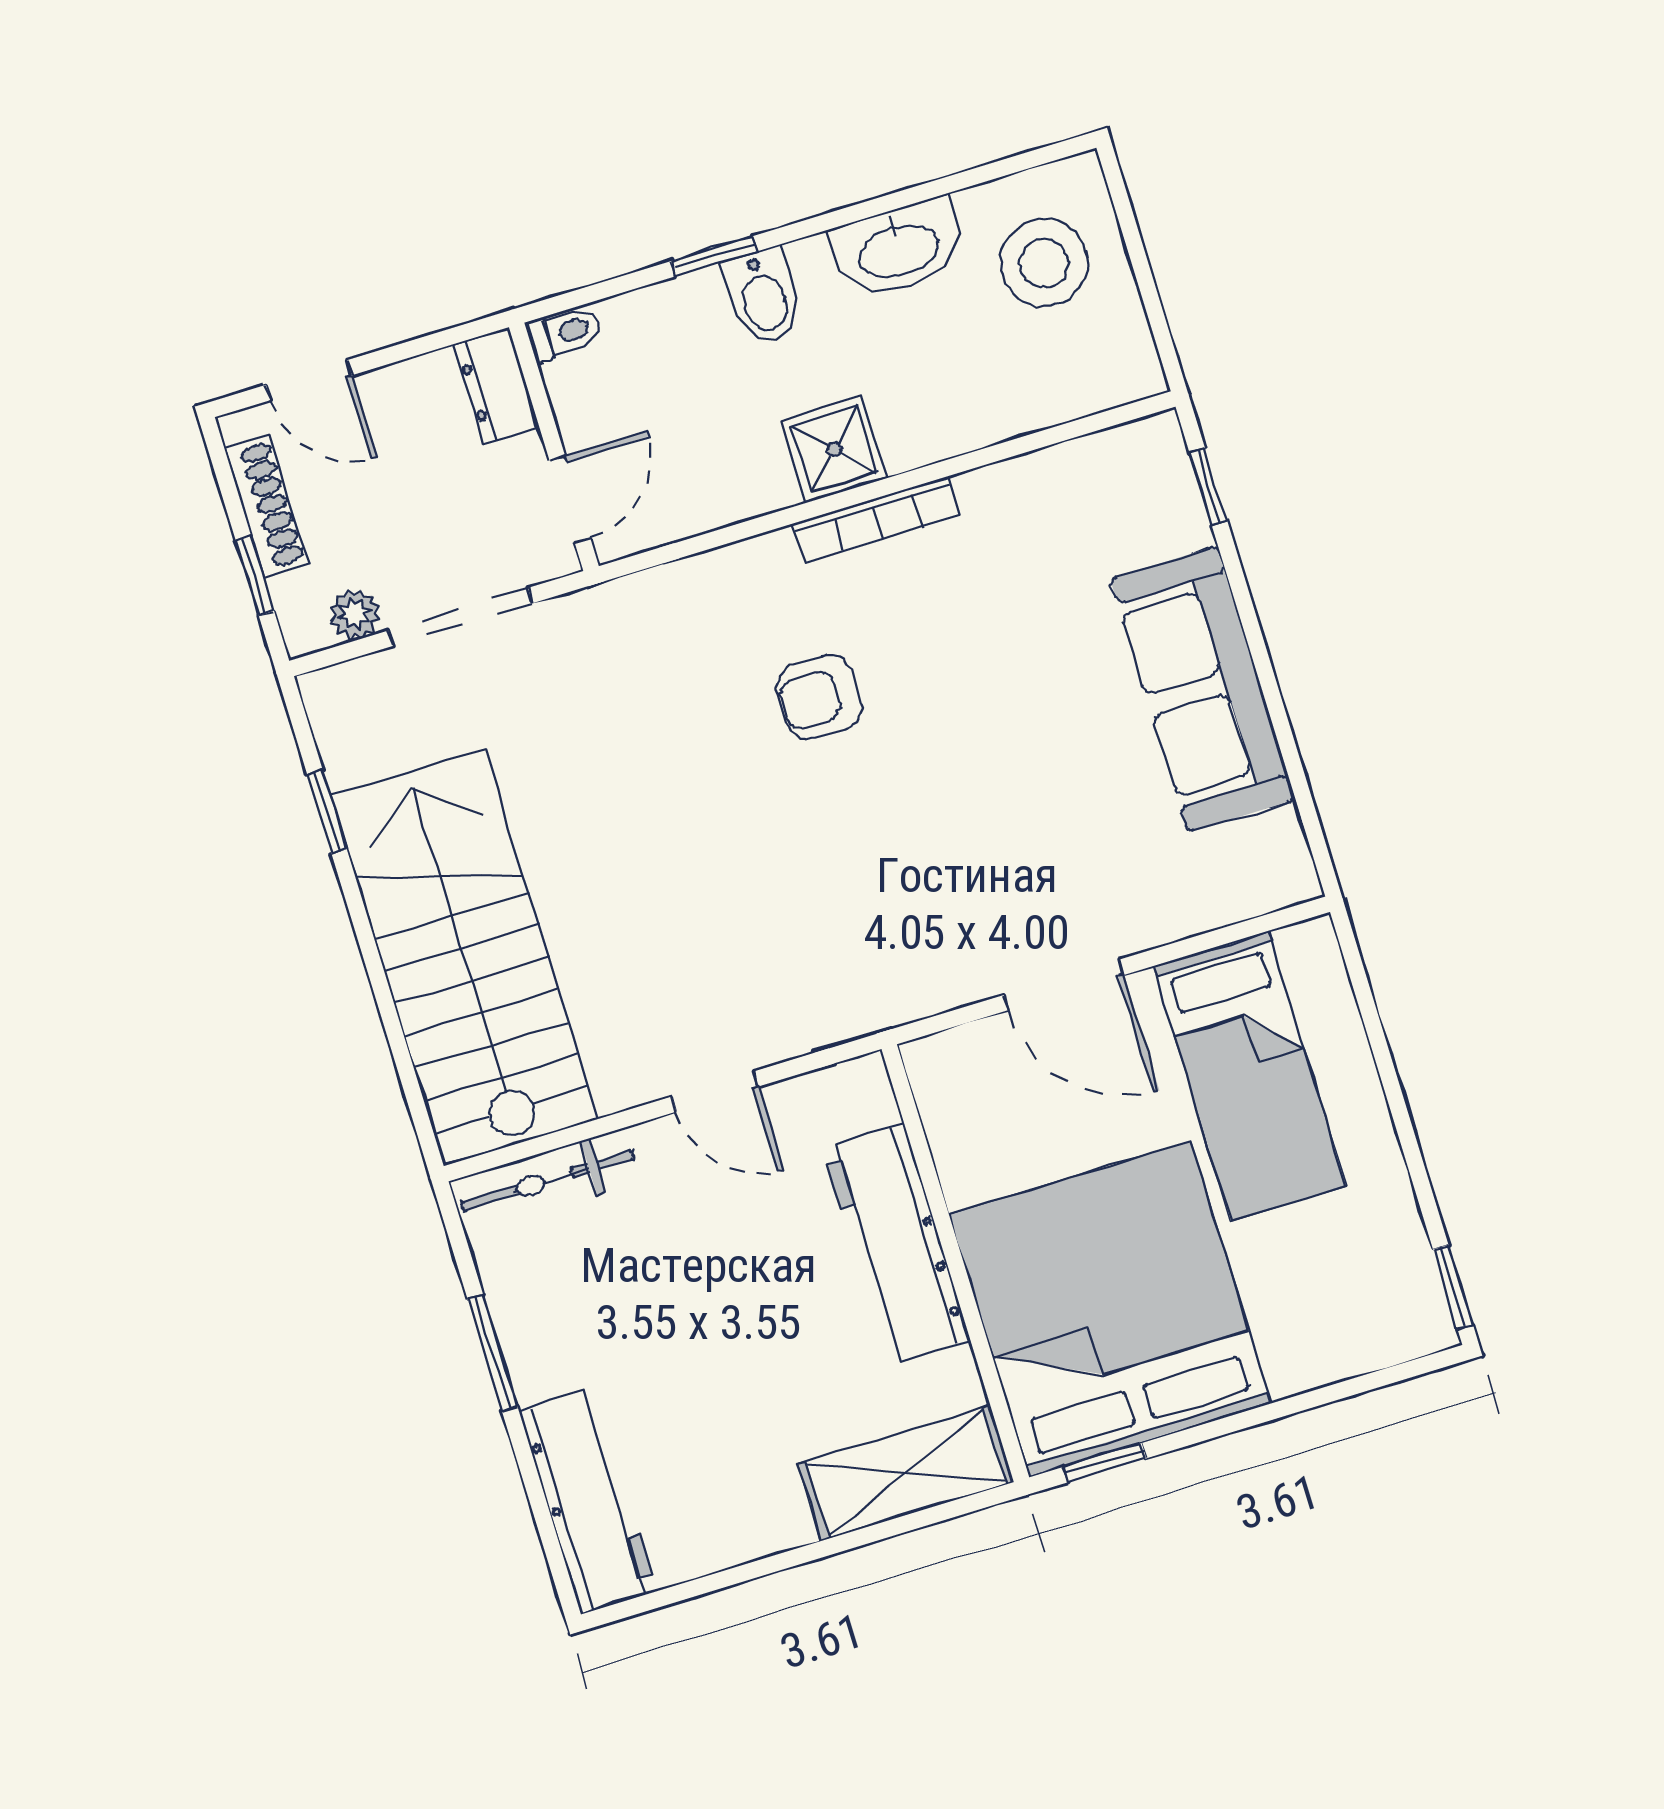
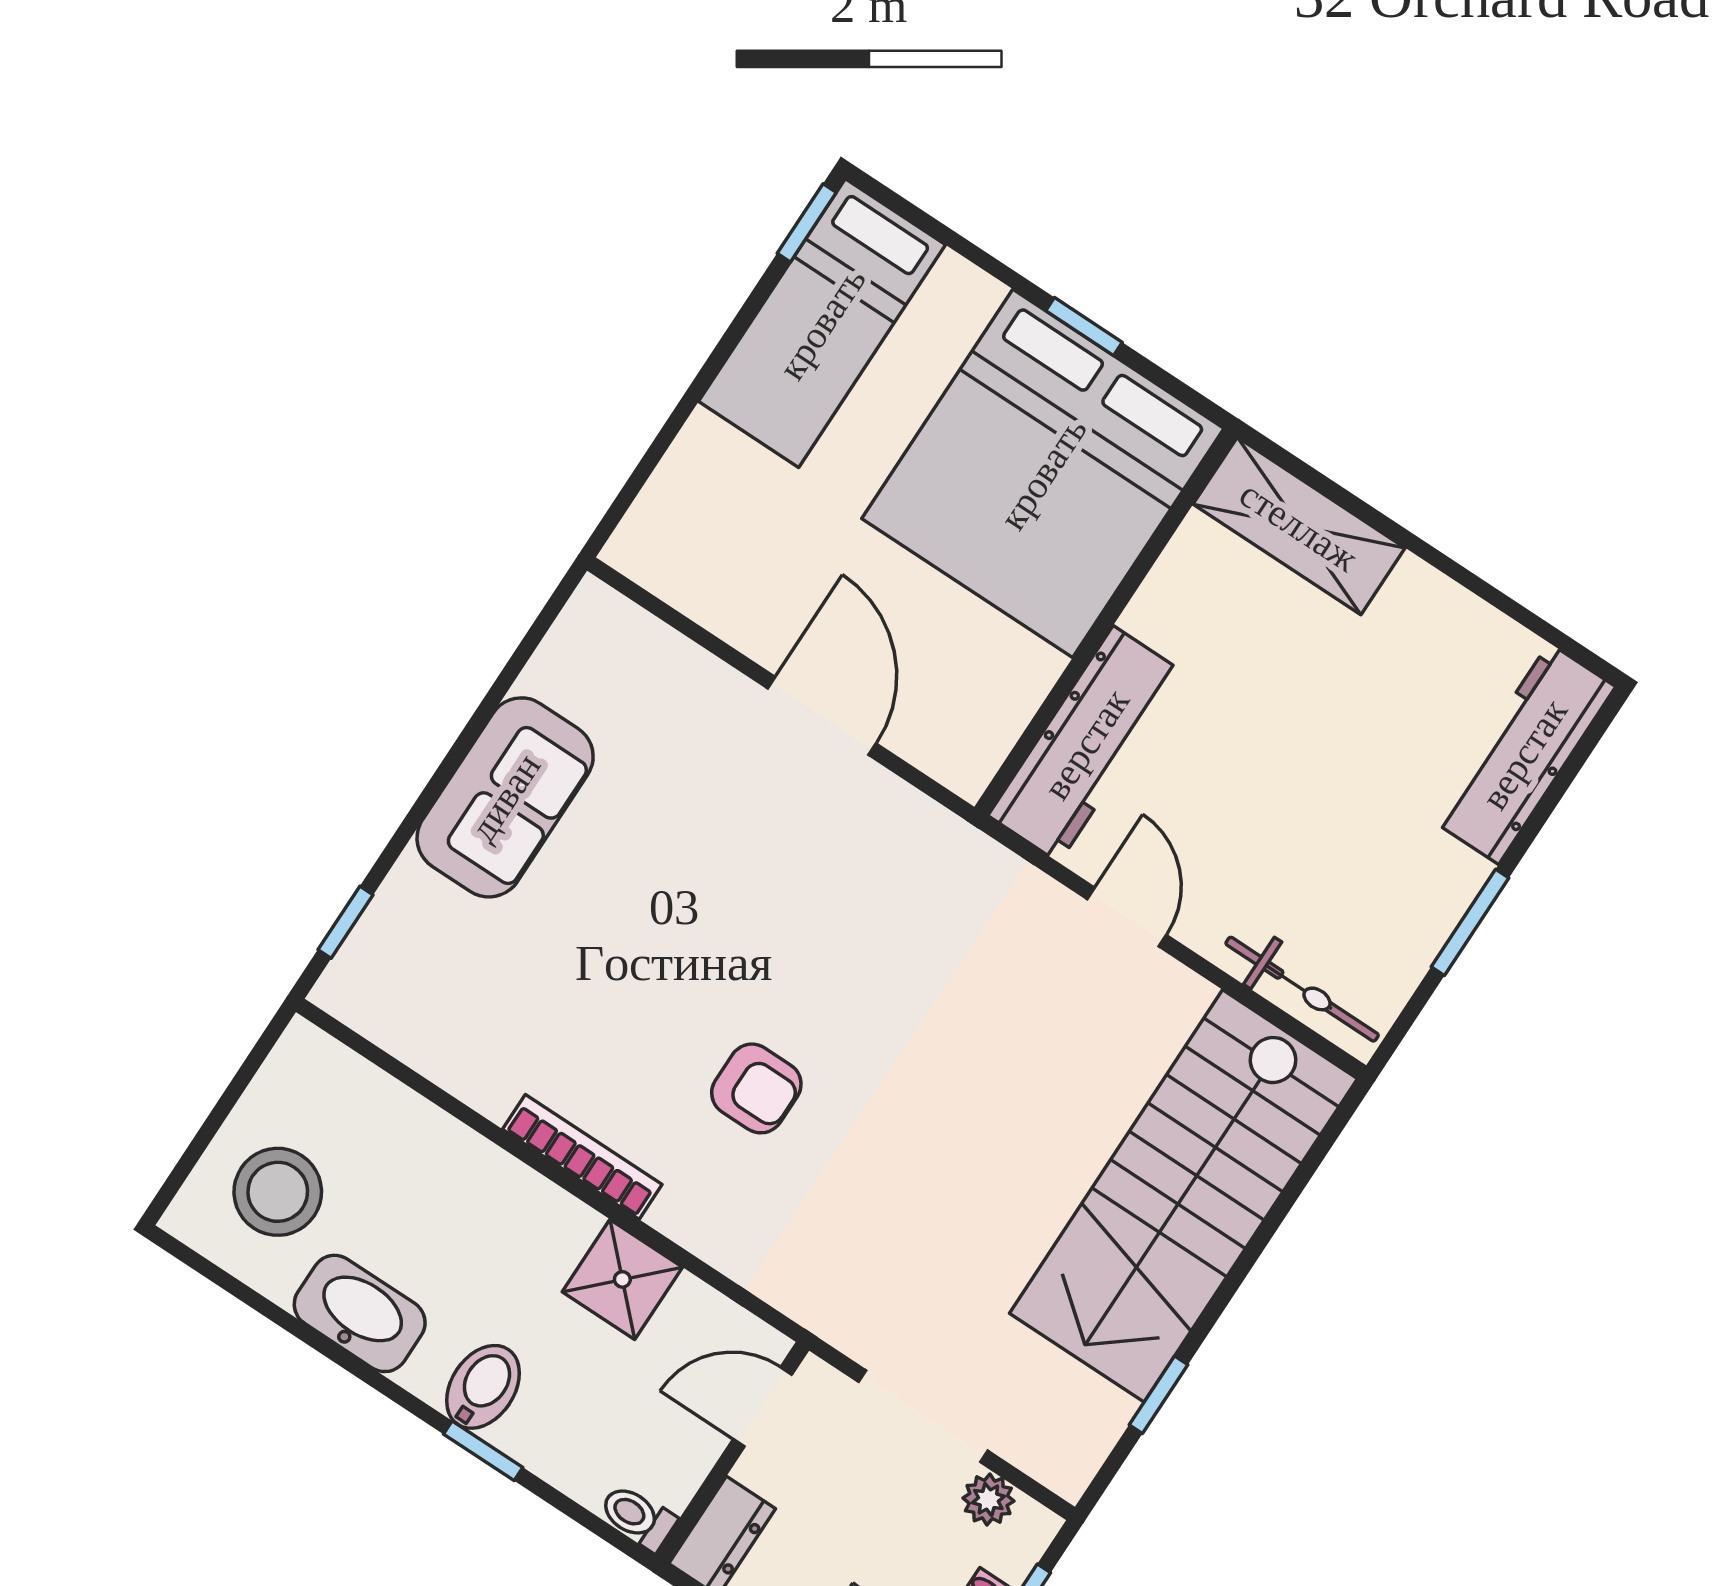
shower: (834, 449) -> (622, 1279), moved
sofa: (1203, 689) -> (505, 797), width x0.73
bed: (1249, 1076) -> (822, 323), moved, turned 180
workbench: (897, 1244) -> (1086, 744), moved
window: (1105, 1463) -> (1084, 327), moved

